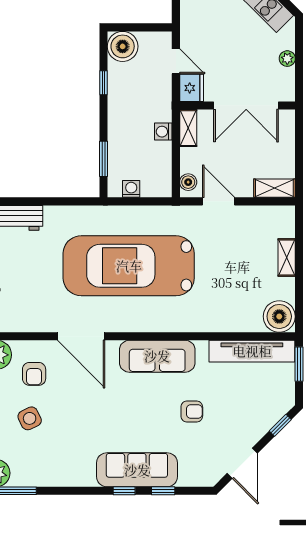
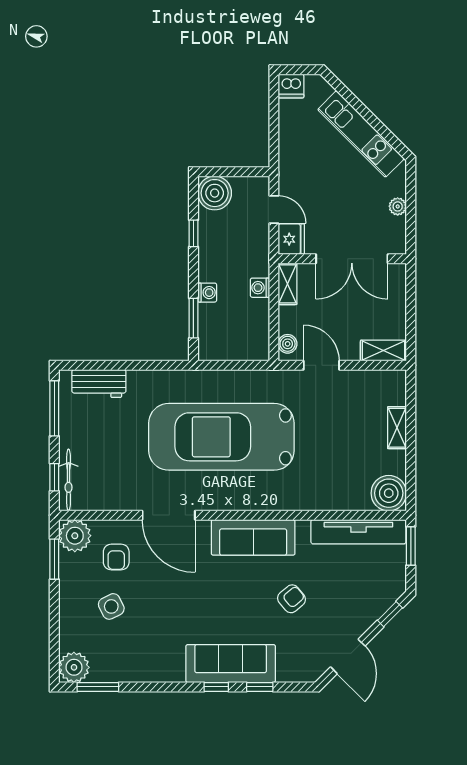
washing machine: (131, 189) -> (207, 293), moved, turned 90
armchair: (192, 412) -> (292, 599), turned -40

